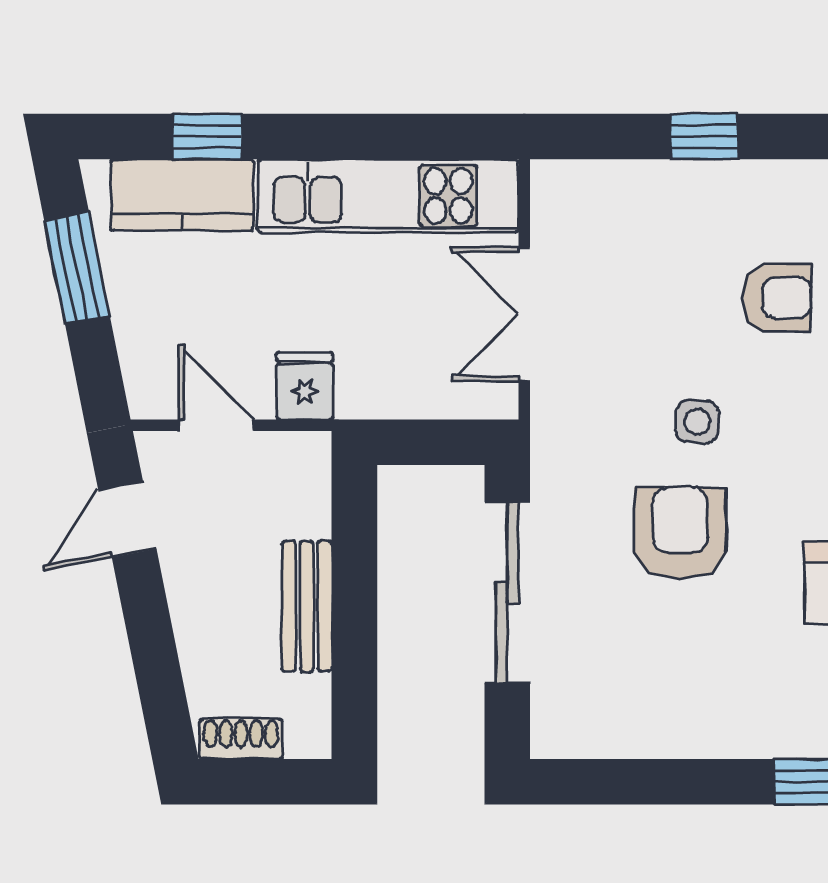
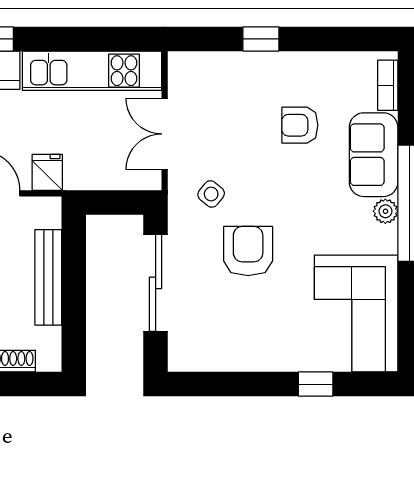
armchair: (777, 298) -> (300, 125), turned 180
side table: (697, 421) -> (211, 194), moved, turned 34
bench: (307, 606) -> (48, 277), width x1.36

